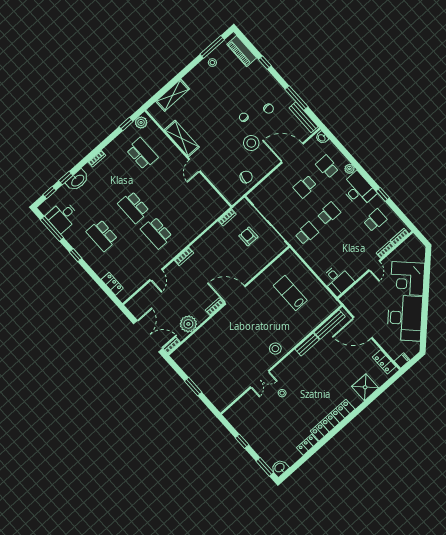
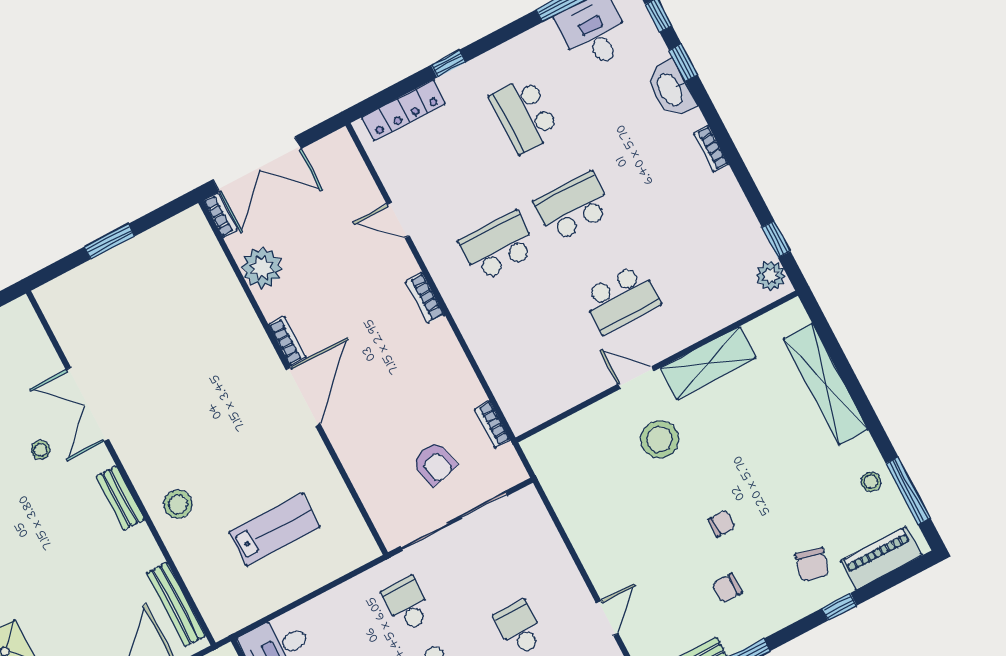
shelving: (173, 95) -> (826, 384), width x1.47
stool: (251, 143) -> (660, 439), moved
door: (292, 153) -> (607, 618), width x0.53
school desk: (142, 154) -> (621, 299), moved
chair: (246, 177) -> (812, 564), moved
school desk: (307, 233) -> (407, 604), turned 180
school desk: (102, 235) -> (525, 115), turned -90
armchair: (248, 236) -> (435, 463), turned 76
window: (76, 255) -> (448, 64), moved
locker: (112, 284) -> (403, 110), width x1.53
bench: (307, 344) -> (120, 498), moved
stool: (275, 349) -> (178, 504), moved
double door: (260, 379) -> (87, 405), width x1.37

